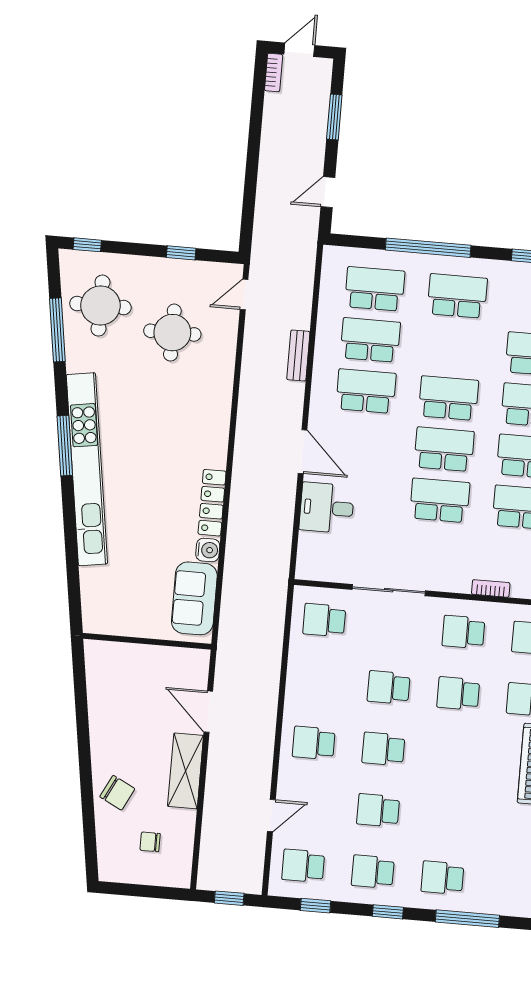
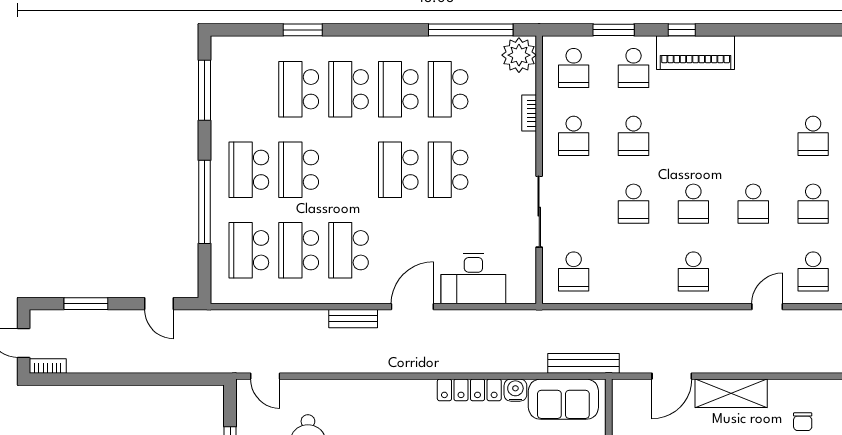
bench: (298, 355) -> (353, 319), moved
school desk: (448, 398) -> (299, 170), moved
desk: (327, 508) -> (473, 279), width x1.37
bench: (229, 622) -> (584, 363), added
door: (271, 816) -> (767, 307), hinge flipped

